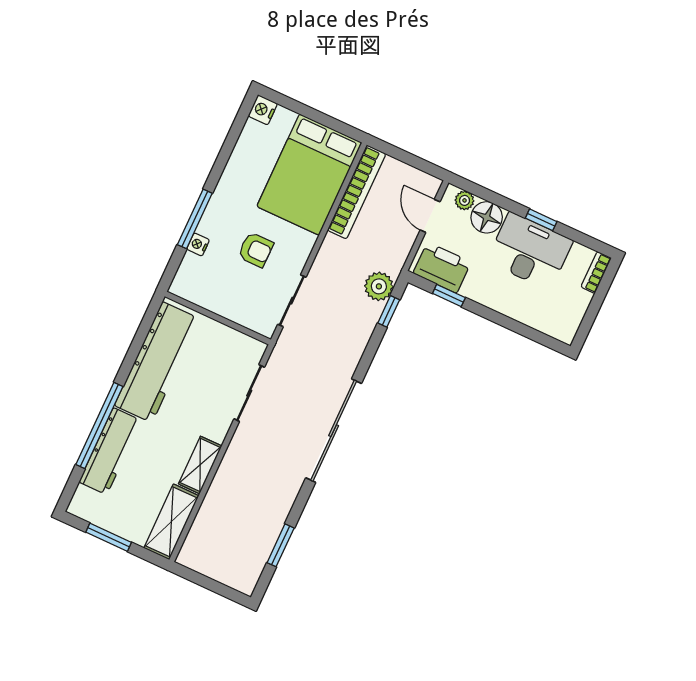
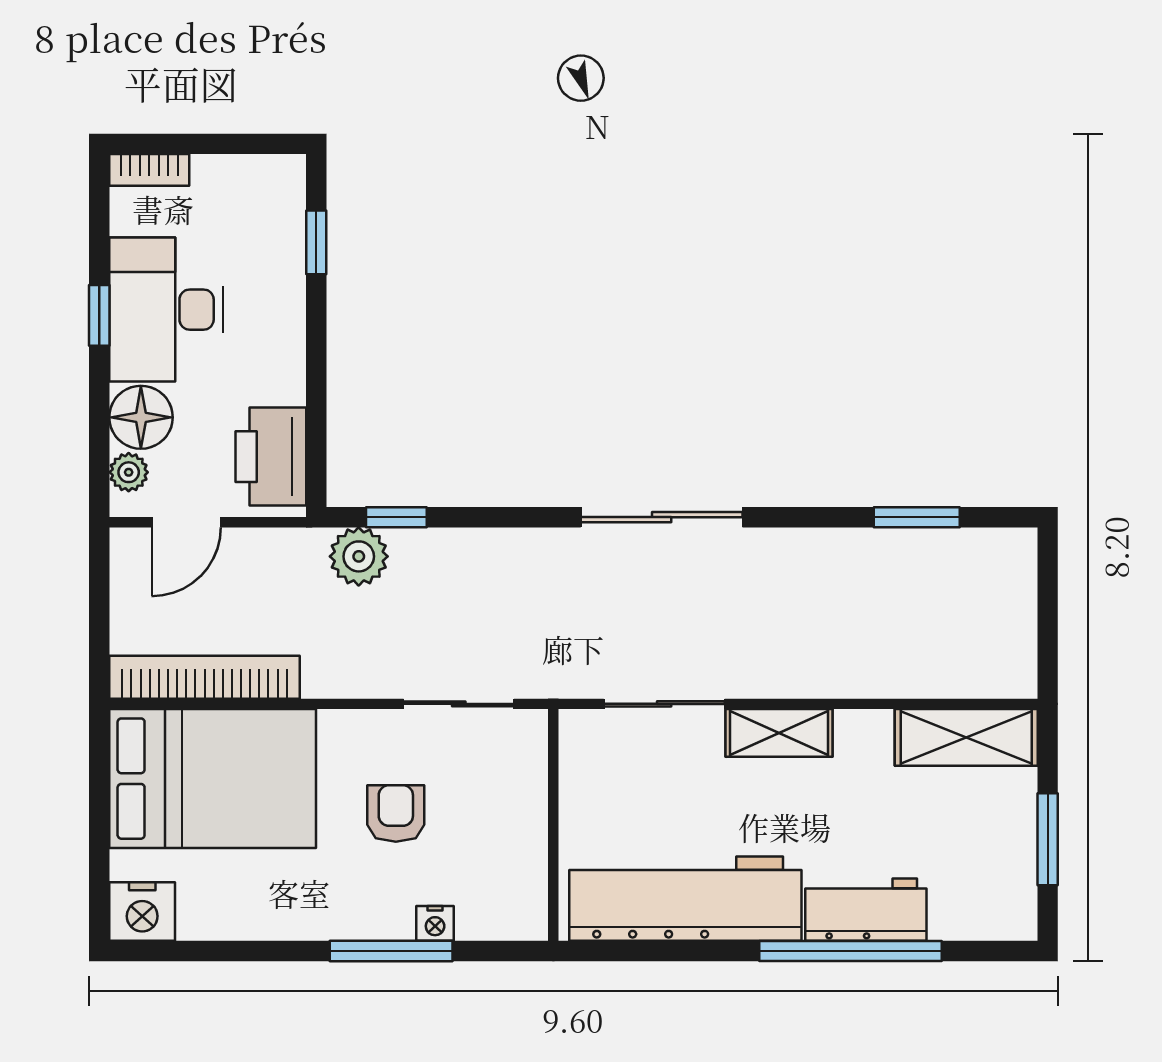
nightstand: (263, 110) -> (142, 912), width x1.36, depth x1.33
window: (449, 296) -> (316, 242), moved
sliding door: (334, 431) -> (662, 517), width x0.73
workbench: (110, 451) -> (866, 910), width x0.73
shelving: (200, 465) -> (779, 733), moved

